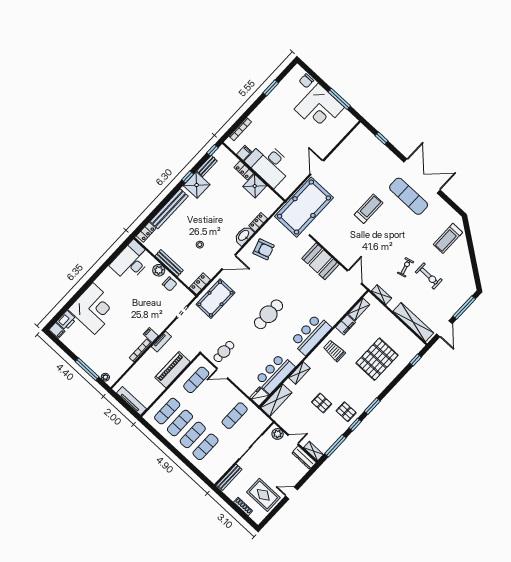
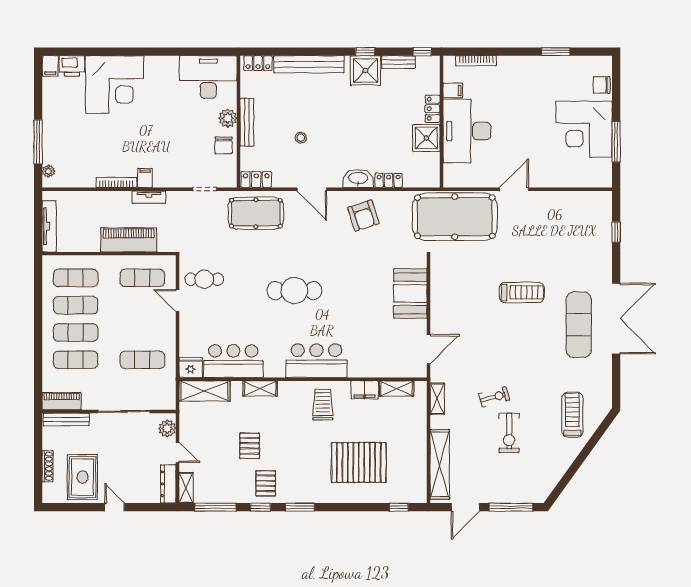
treadmill: (448, 238) -> (572, 415), turned 90
piano: (219, 471) -> (62, 401), added

